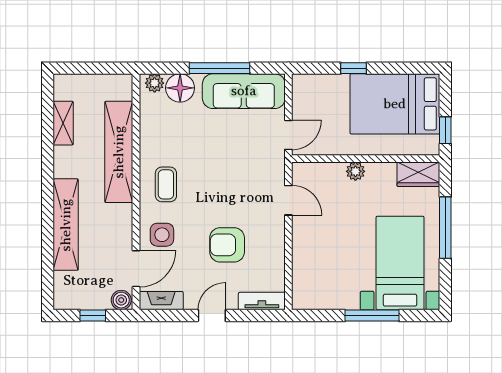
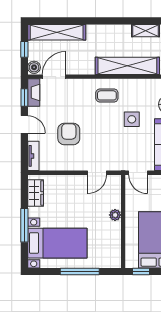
wardrobe: (418, 174) -> (36, 193), moved, turned 180
shelving: (66, 225) -> (57, 32), moved
side table: (162, 235) -> (132, 119), moved
door: (136, 269) -> (54, 77), swing flipped
window: (169, 316) -> (24, 97), added

